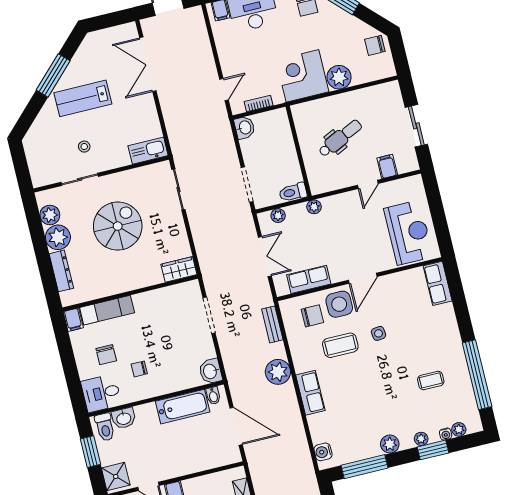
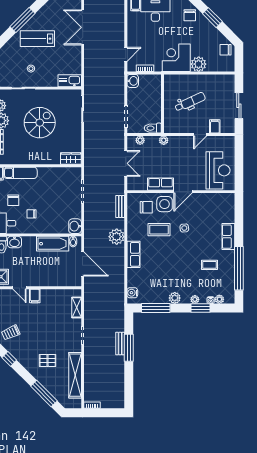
row of seats: (309, 279) -> (161, 184), moved
row of seats: (438, 283) -> (228, 237), moved

